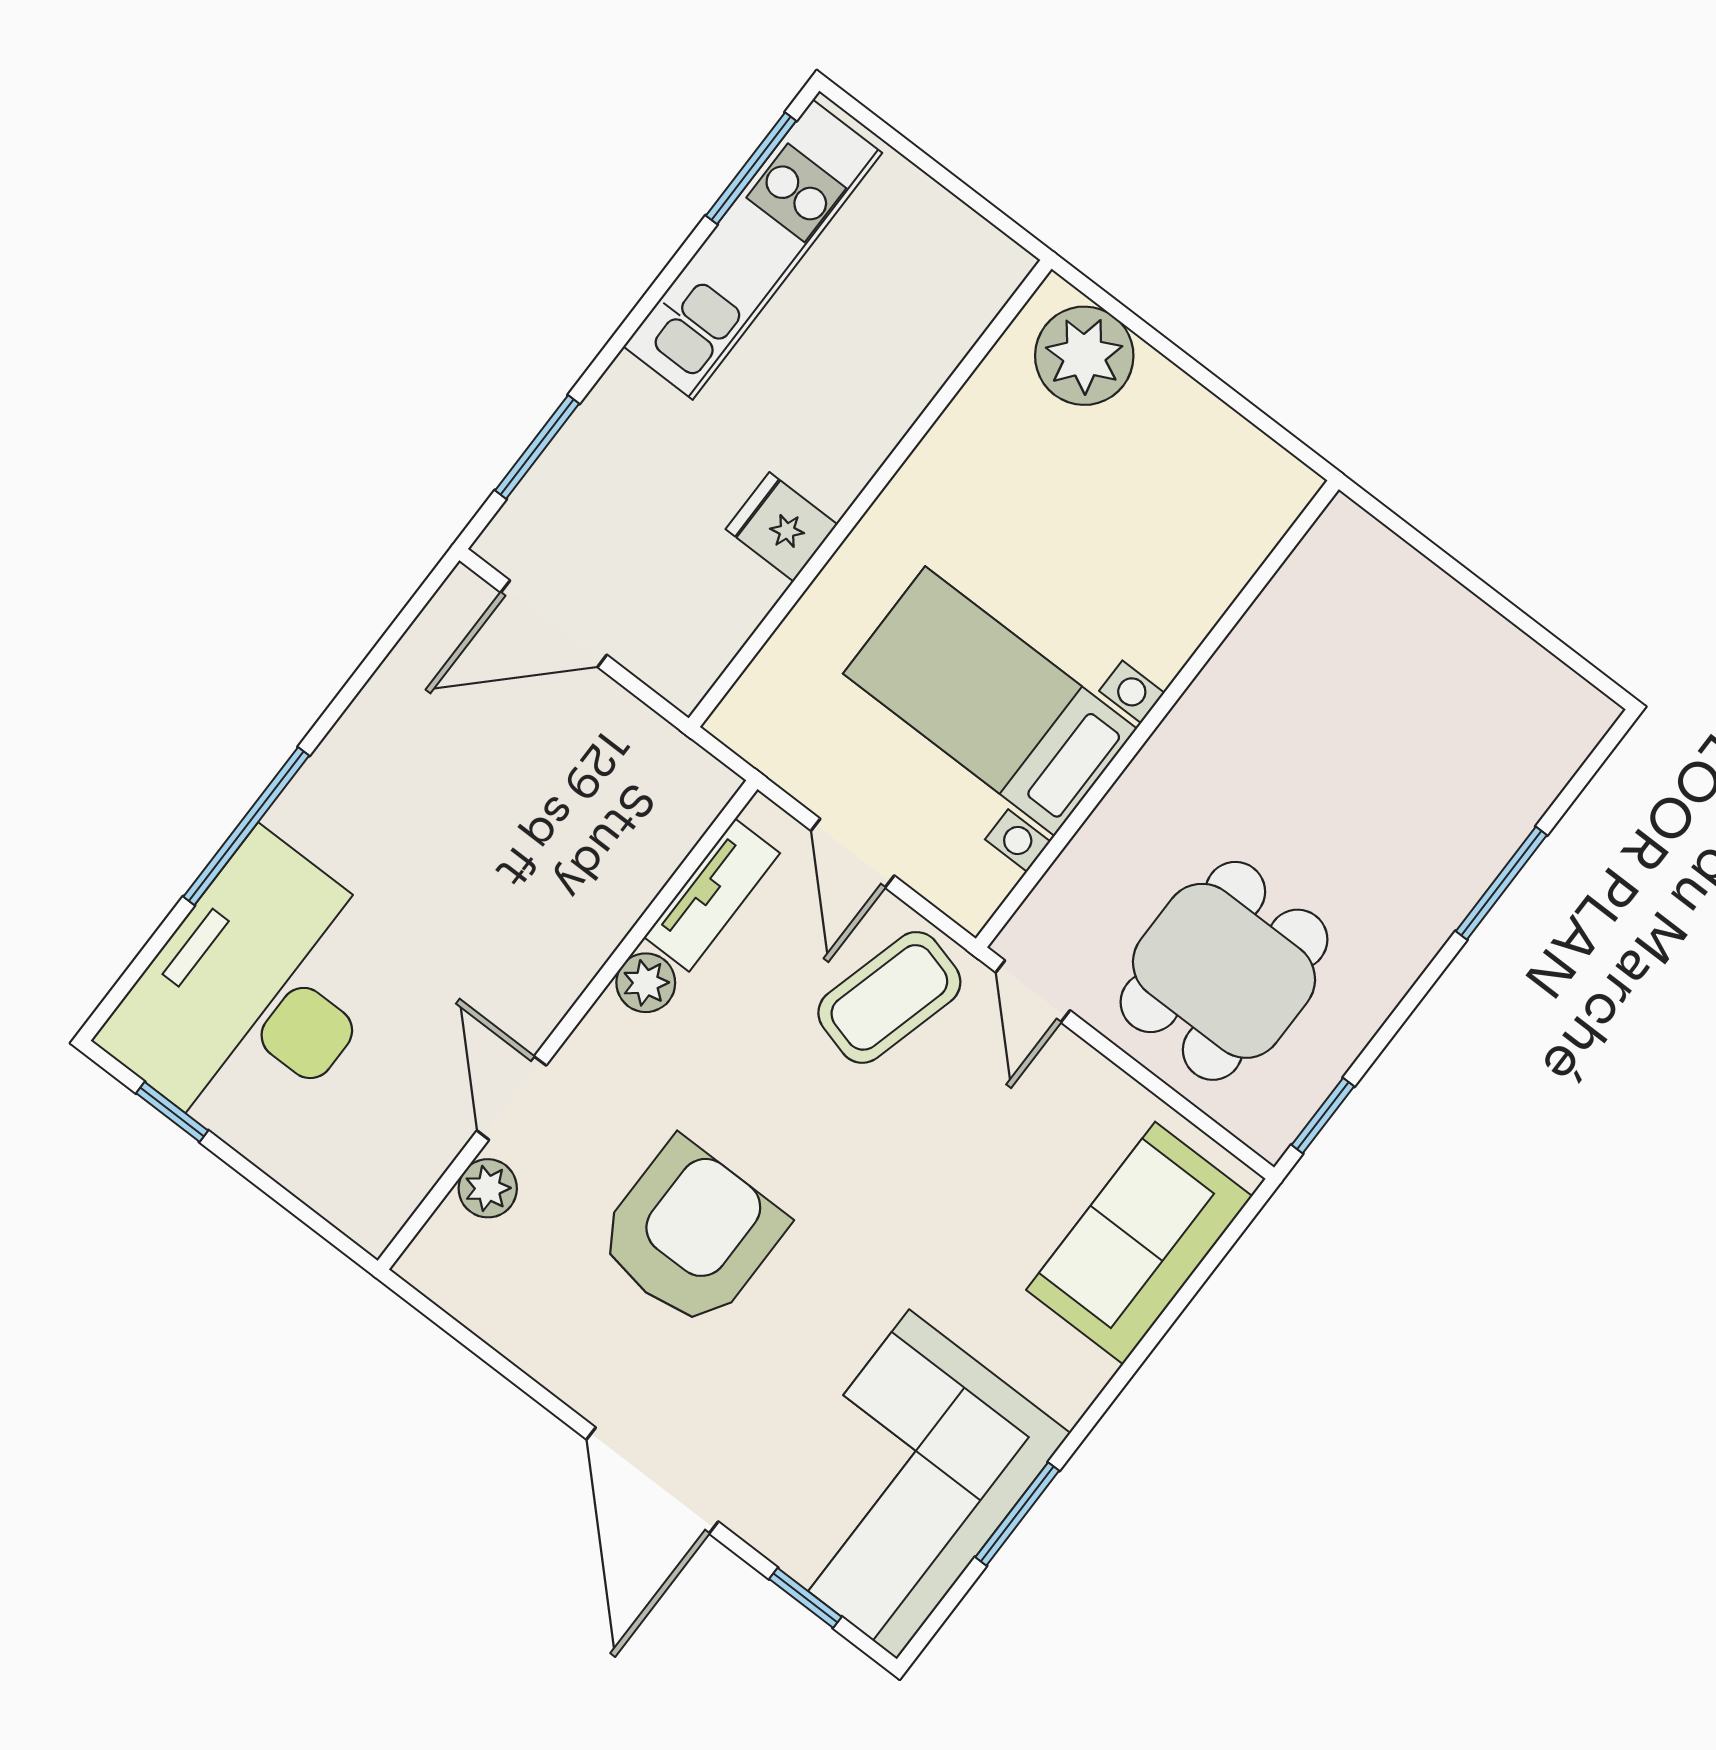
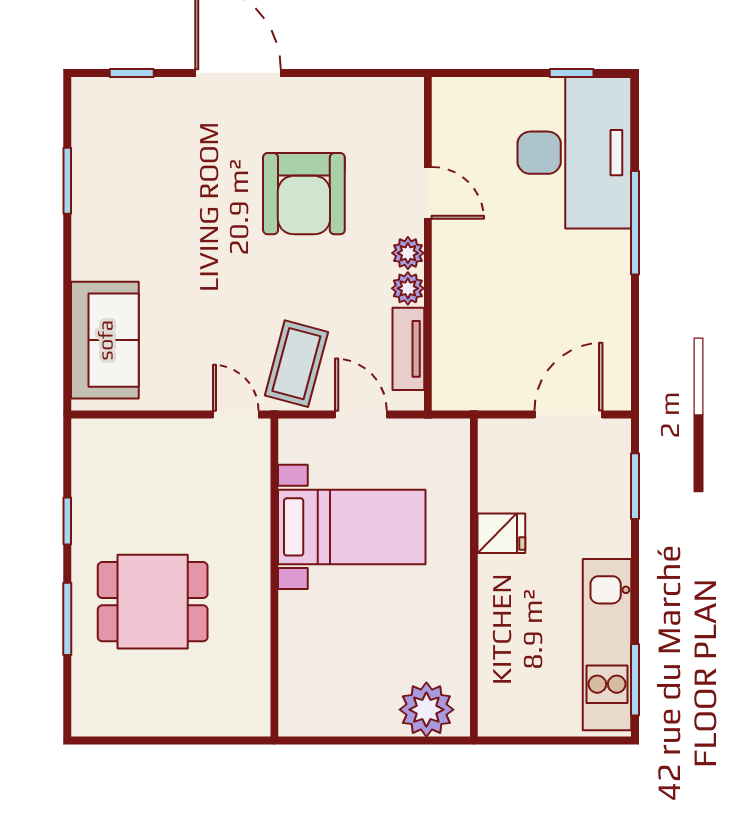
dining table: (1224, 971) -> (153, 602), moved, turned 90
window: (1323, 1116) -> (67, 521), moved
plant: (488, 1188) -> (408, 253), moved
corner sofa: (903, 1484) -> (127, 155), removed

